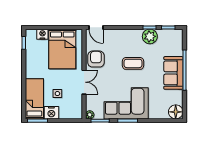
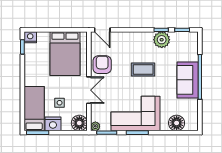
nightstand: (42, 34) -> (30, 37), moved
floor lamp: (75, 112) -> (79, 123), added
floor lamp: (176, 112) -> (177, 123), moved

